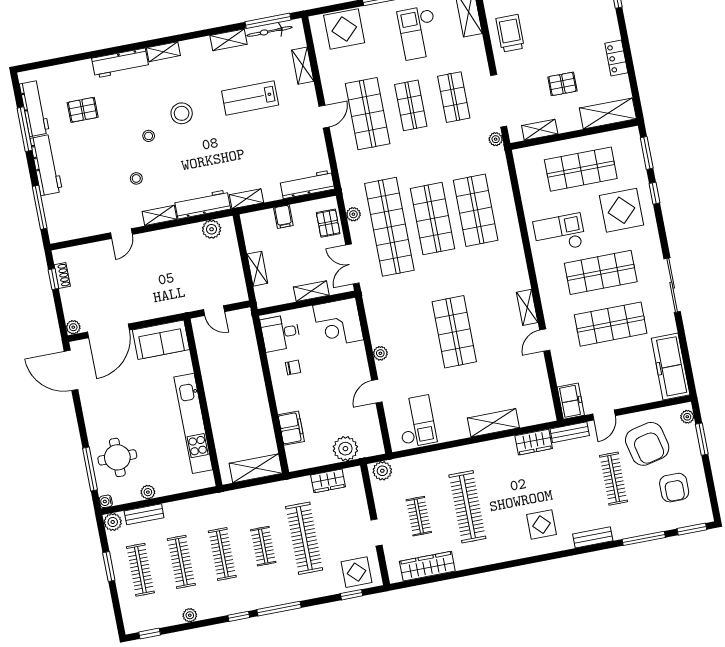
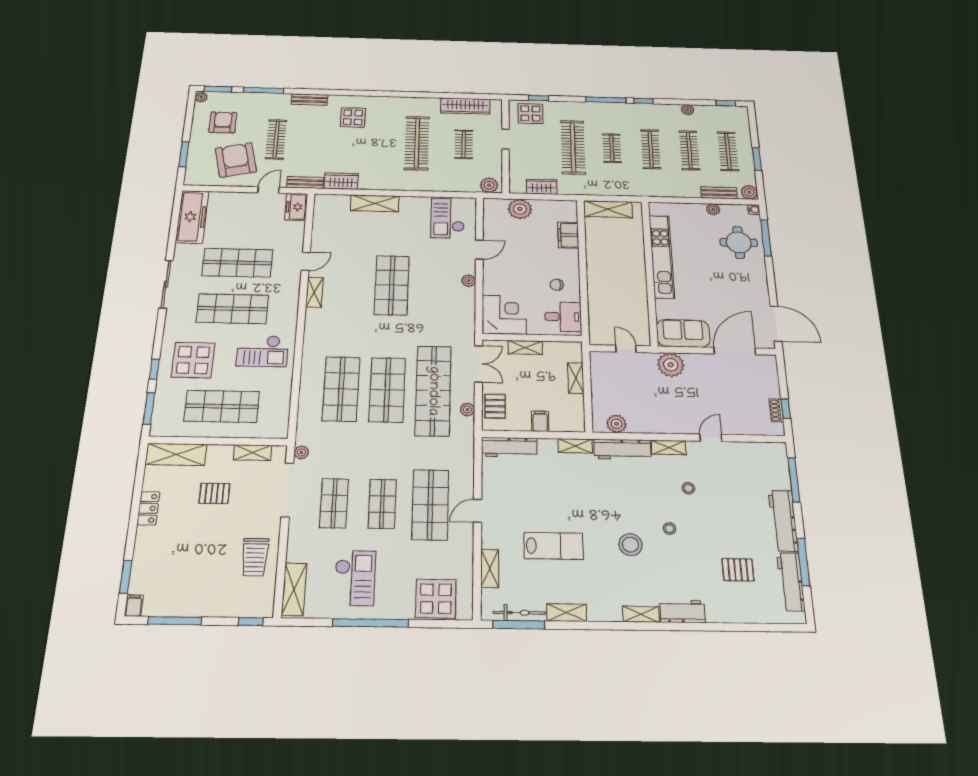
workbench: (120, 63) -> (682, 611), width x0.73
plant: (73, 327) -> (671, 365), moved, width x1.87, depth x1.87
plant: (687, 417) -> (201, 97), moved

